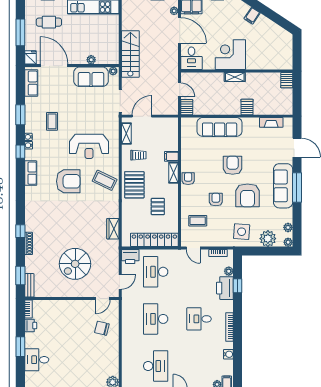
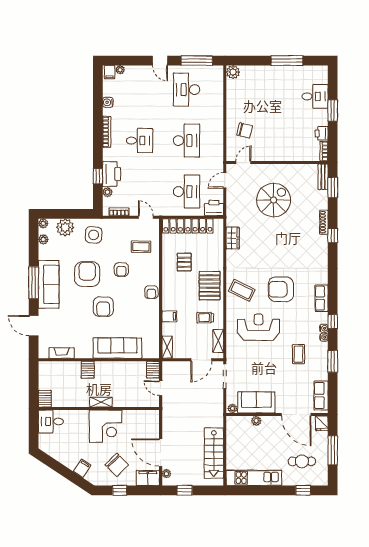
chair: (220, 19) -> (117, 465), added
stairs: (130, 54) -> (214, 453), moved
desk: (191, 58) -> (51, 421), moved, turned -90
shelving: (174, 173) -> (167, 347), moved

